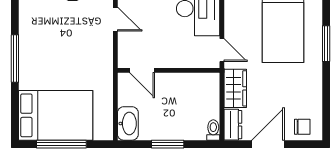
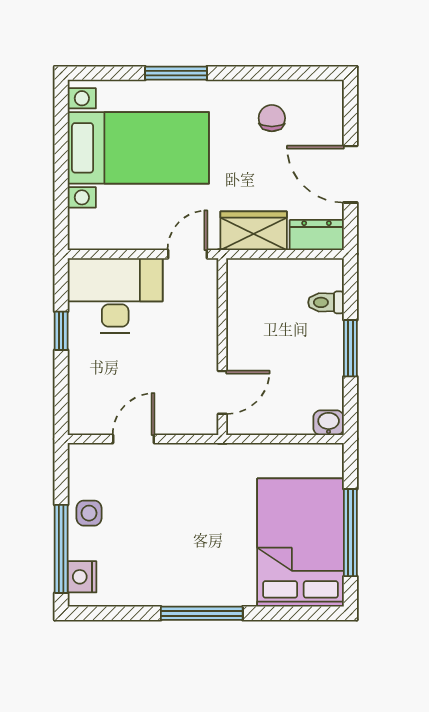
washbasin: (128, 123) -> (329, 423), width x0.52, depth x0.69
chair: (302, 127) -> (272, 118), moved
toilet: (213, 130) -> (326, 302), moved

